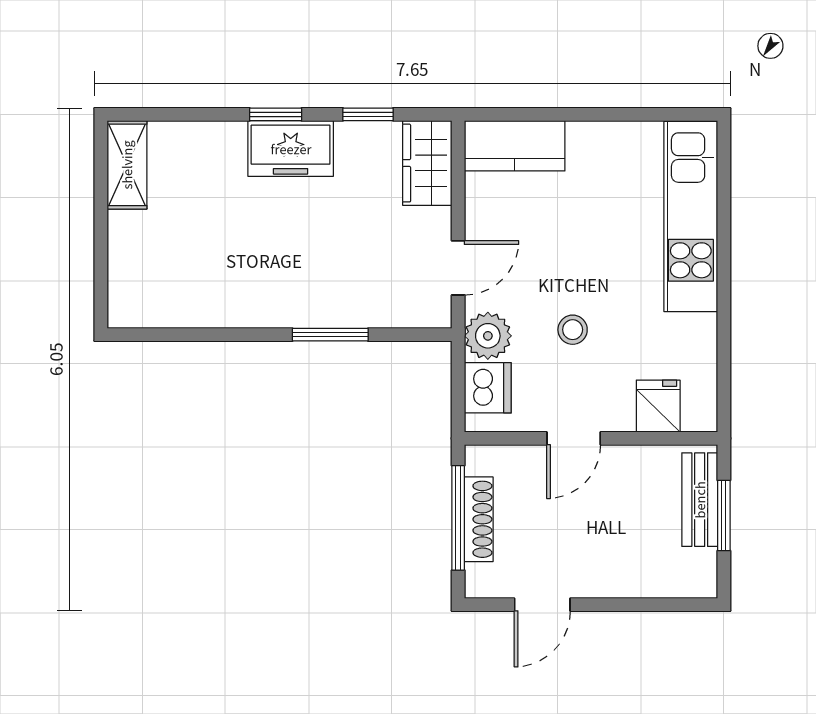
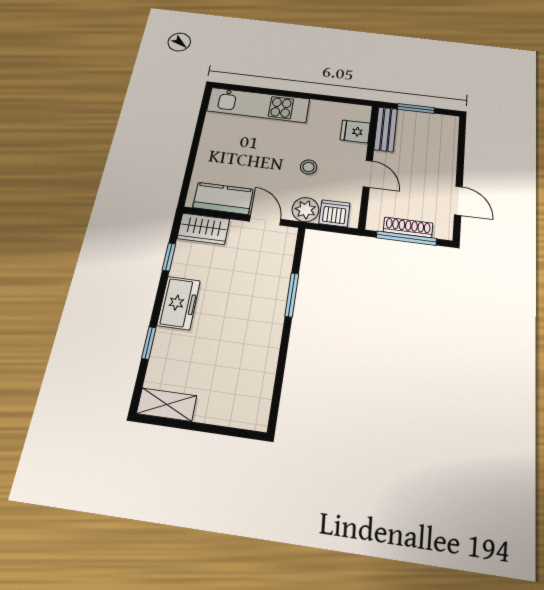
window: (276, 114) -> (149, 343), moved
kitchen counter: (515, 146) -> (223, 198), moved, turned -90
bench: (700, 500) -> (386, 129), moved, turned 90

